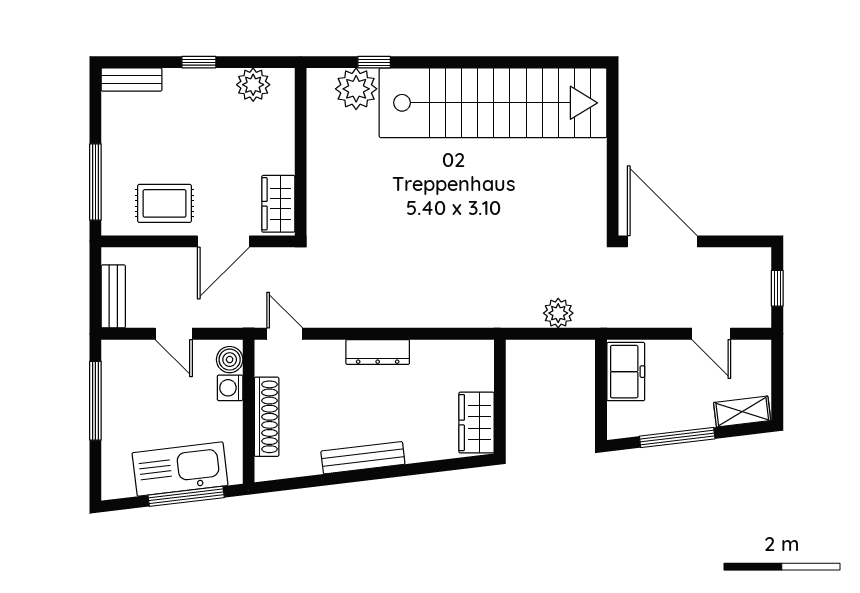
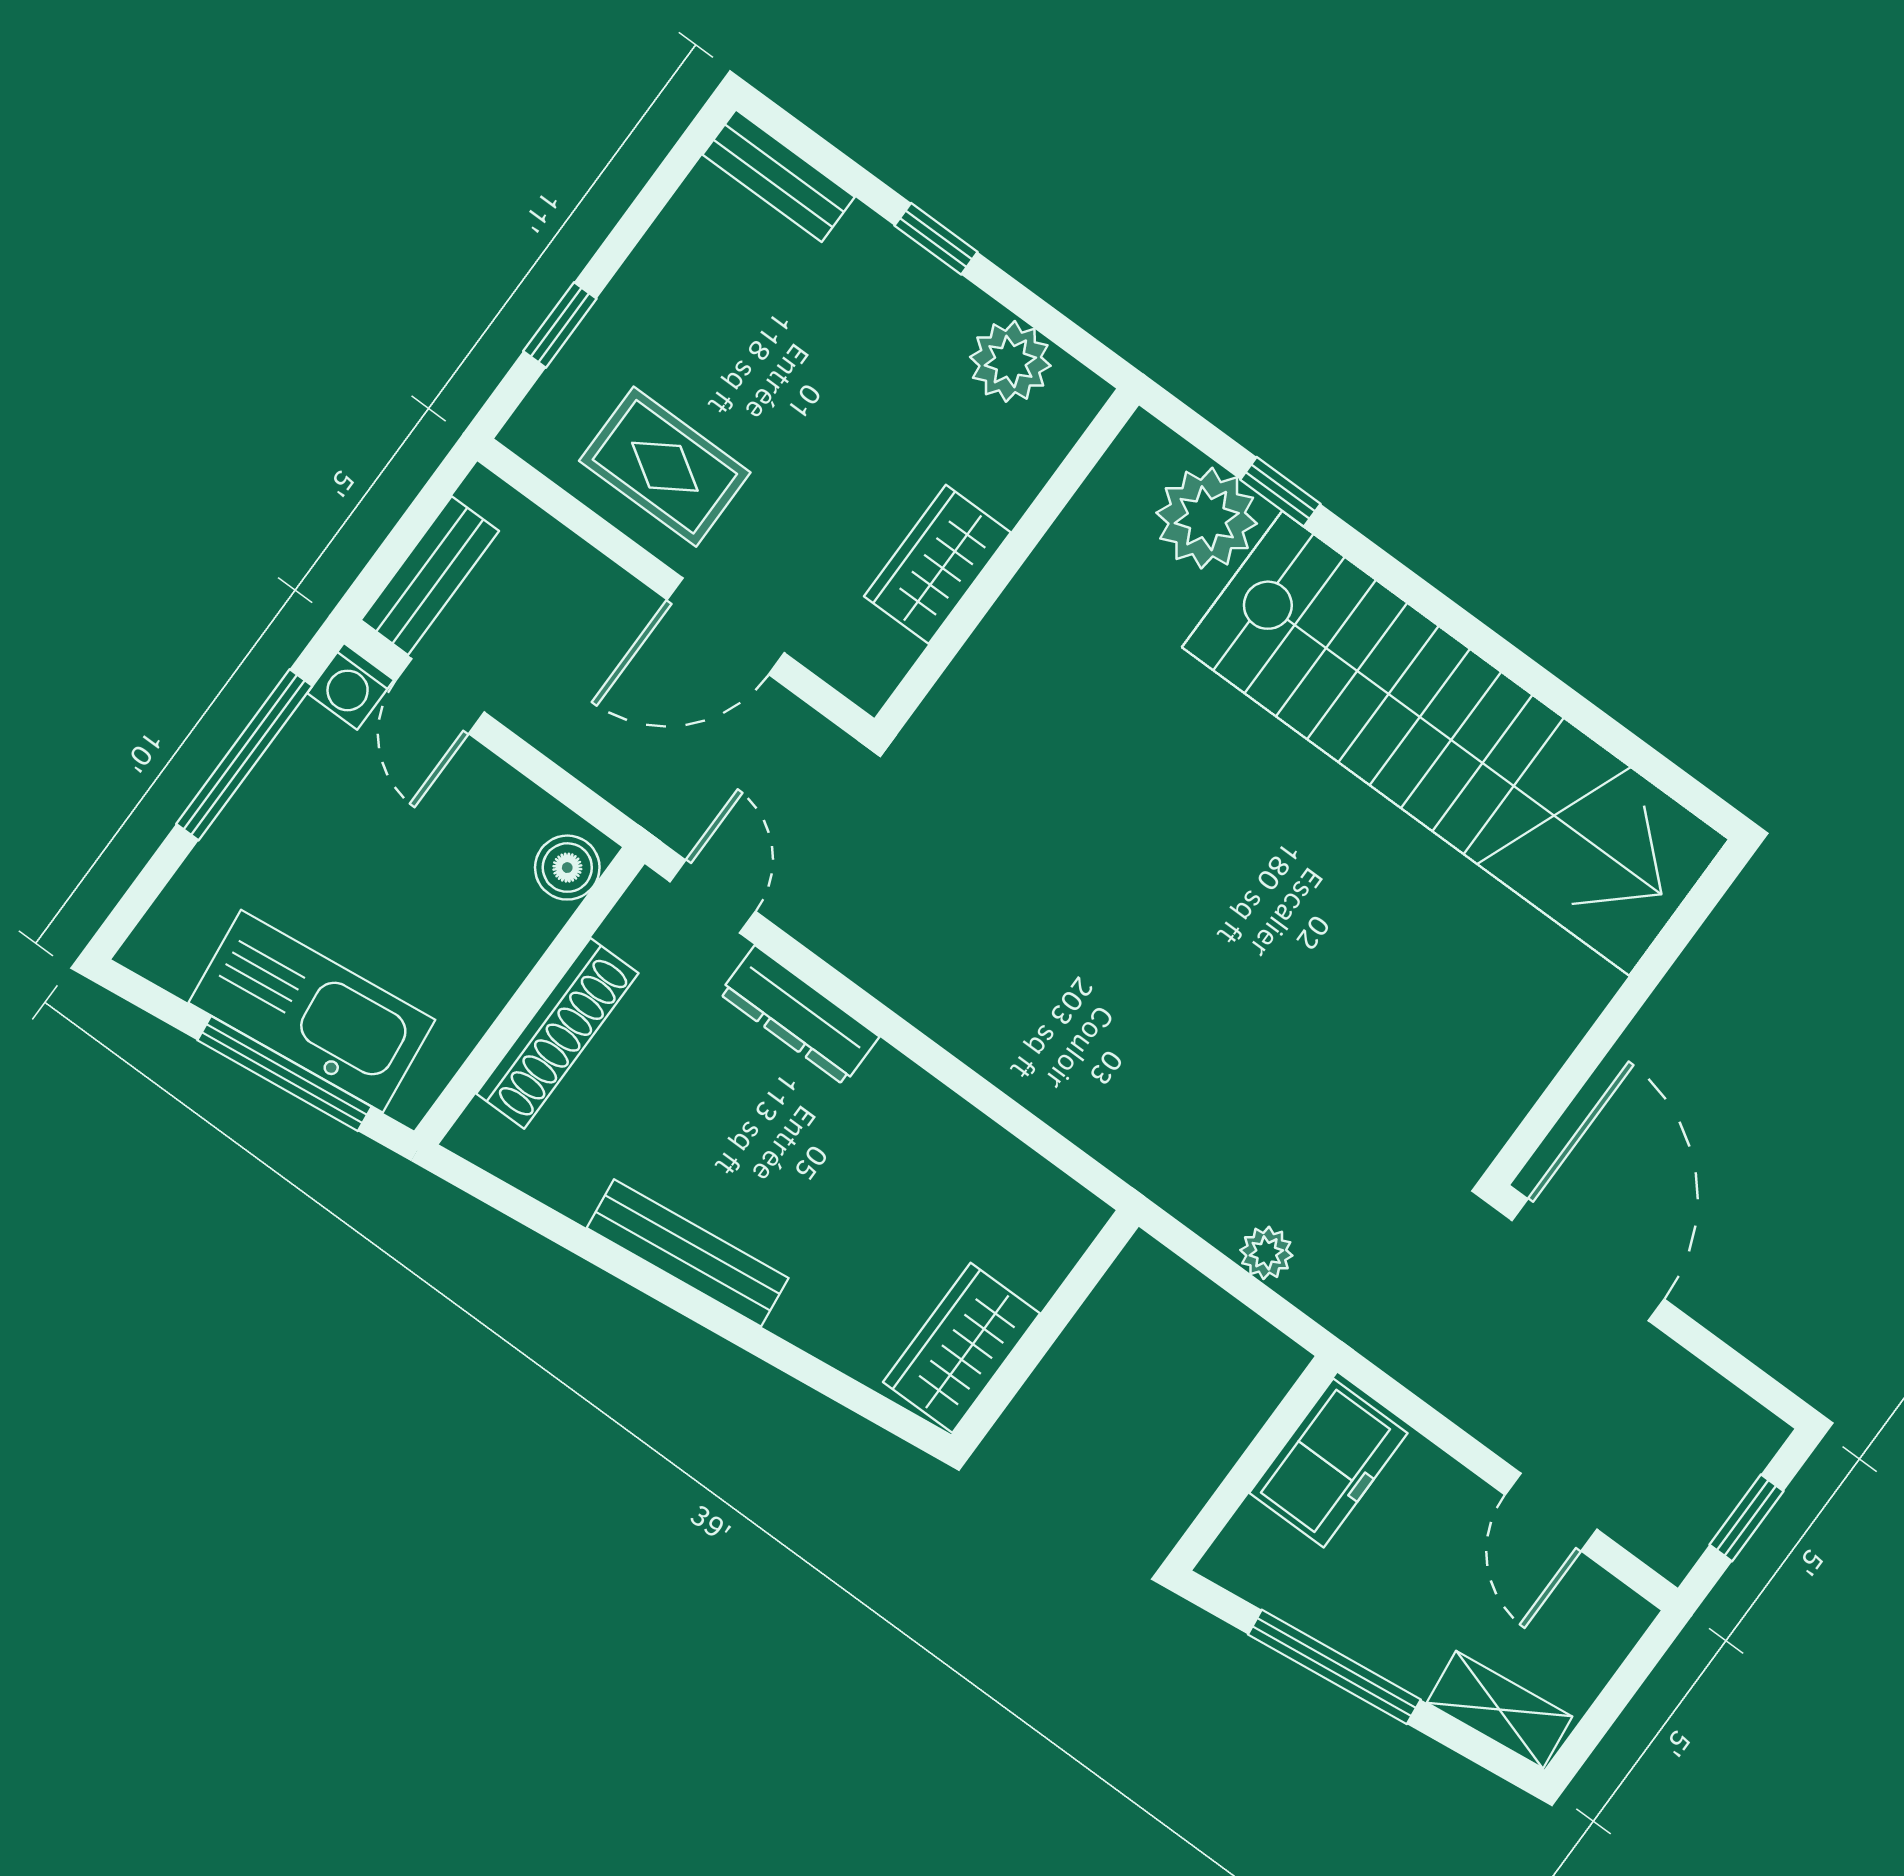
window: (95, 182) -> (560, 325), width x0.46
wardrobe: (278, 204) -> (937, 564), moved
plant: (558, 313) -> (1266, 1253), width x0.73, depth x0.73
door: (174, 334) -> (440, 696), moved
dresser: (378, 352) -> (799, 1015), moved
washing machine: (230, 388) -> (351, 686), moved, turned -90

